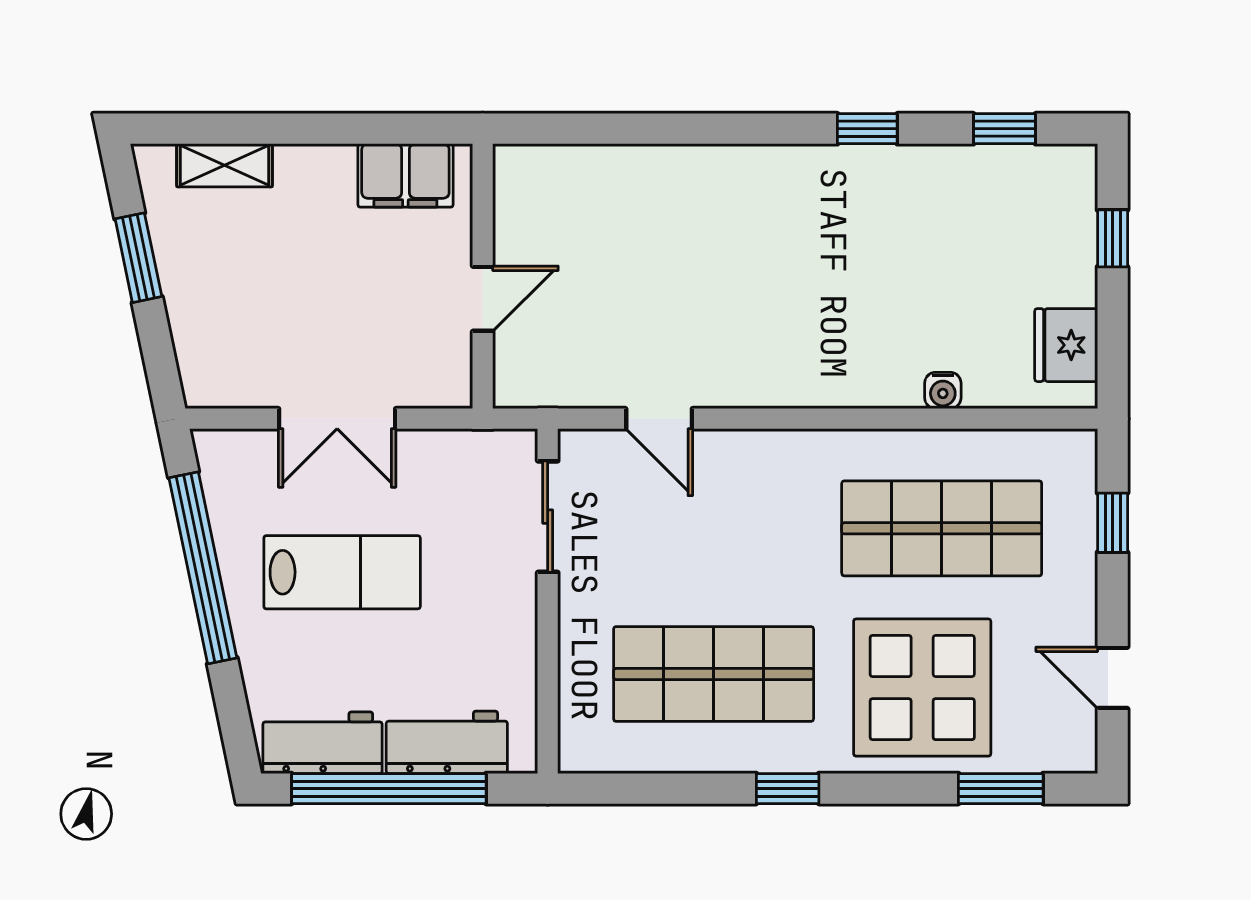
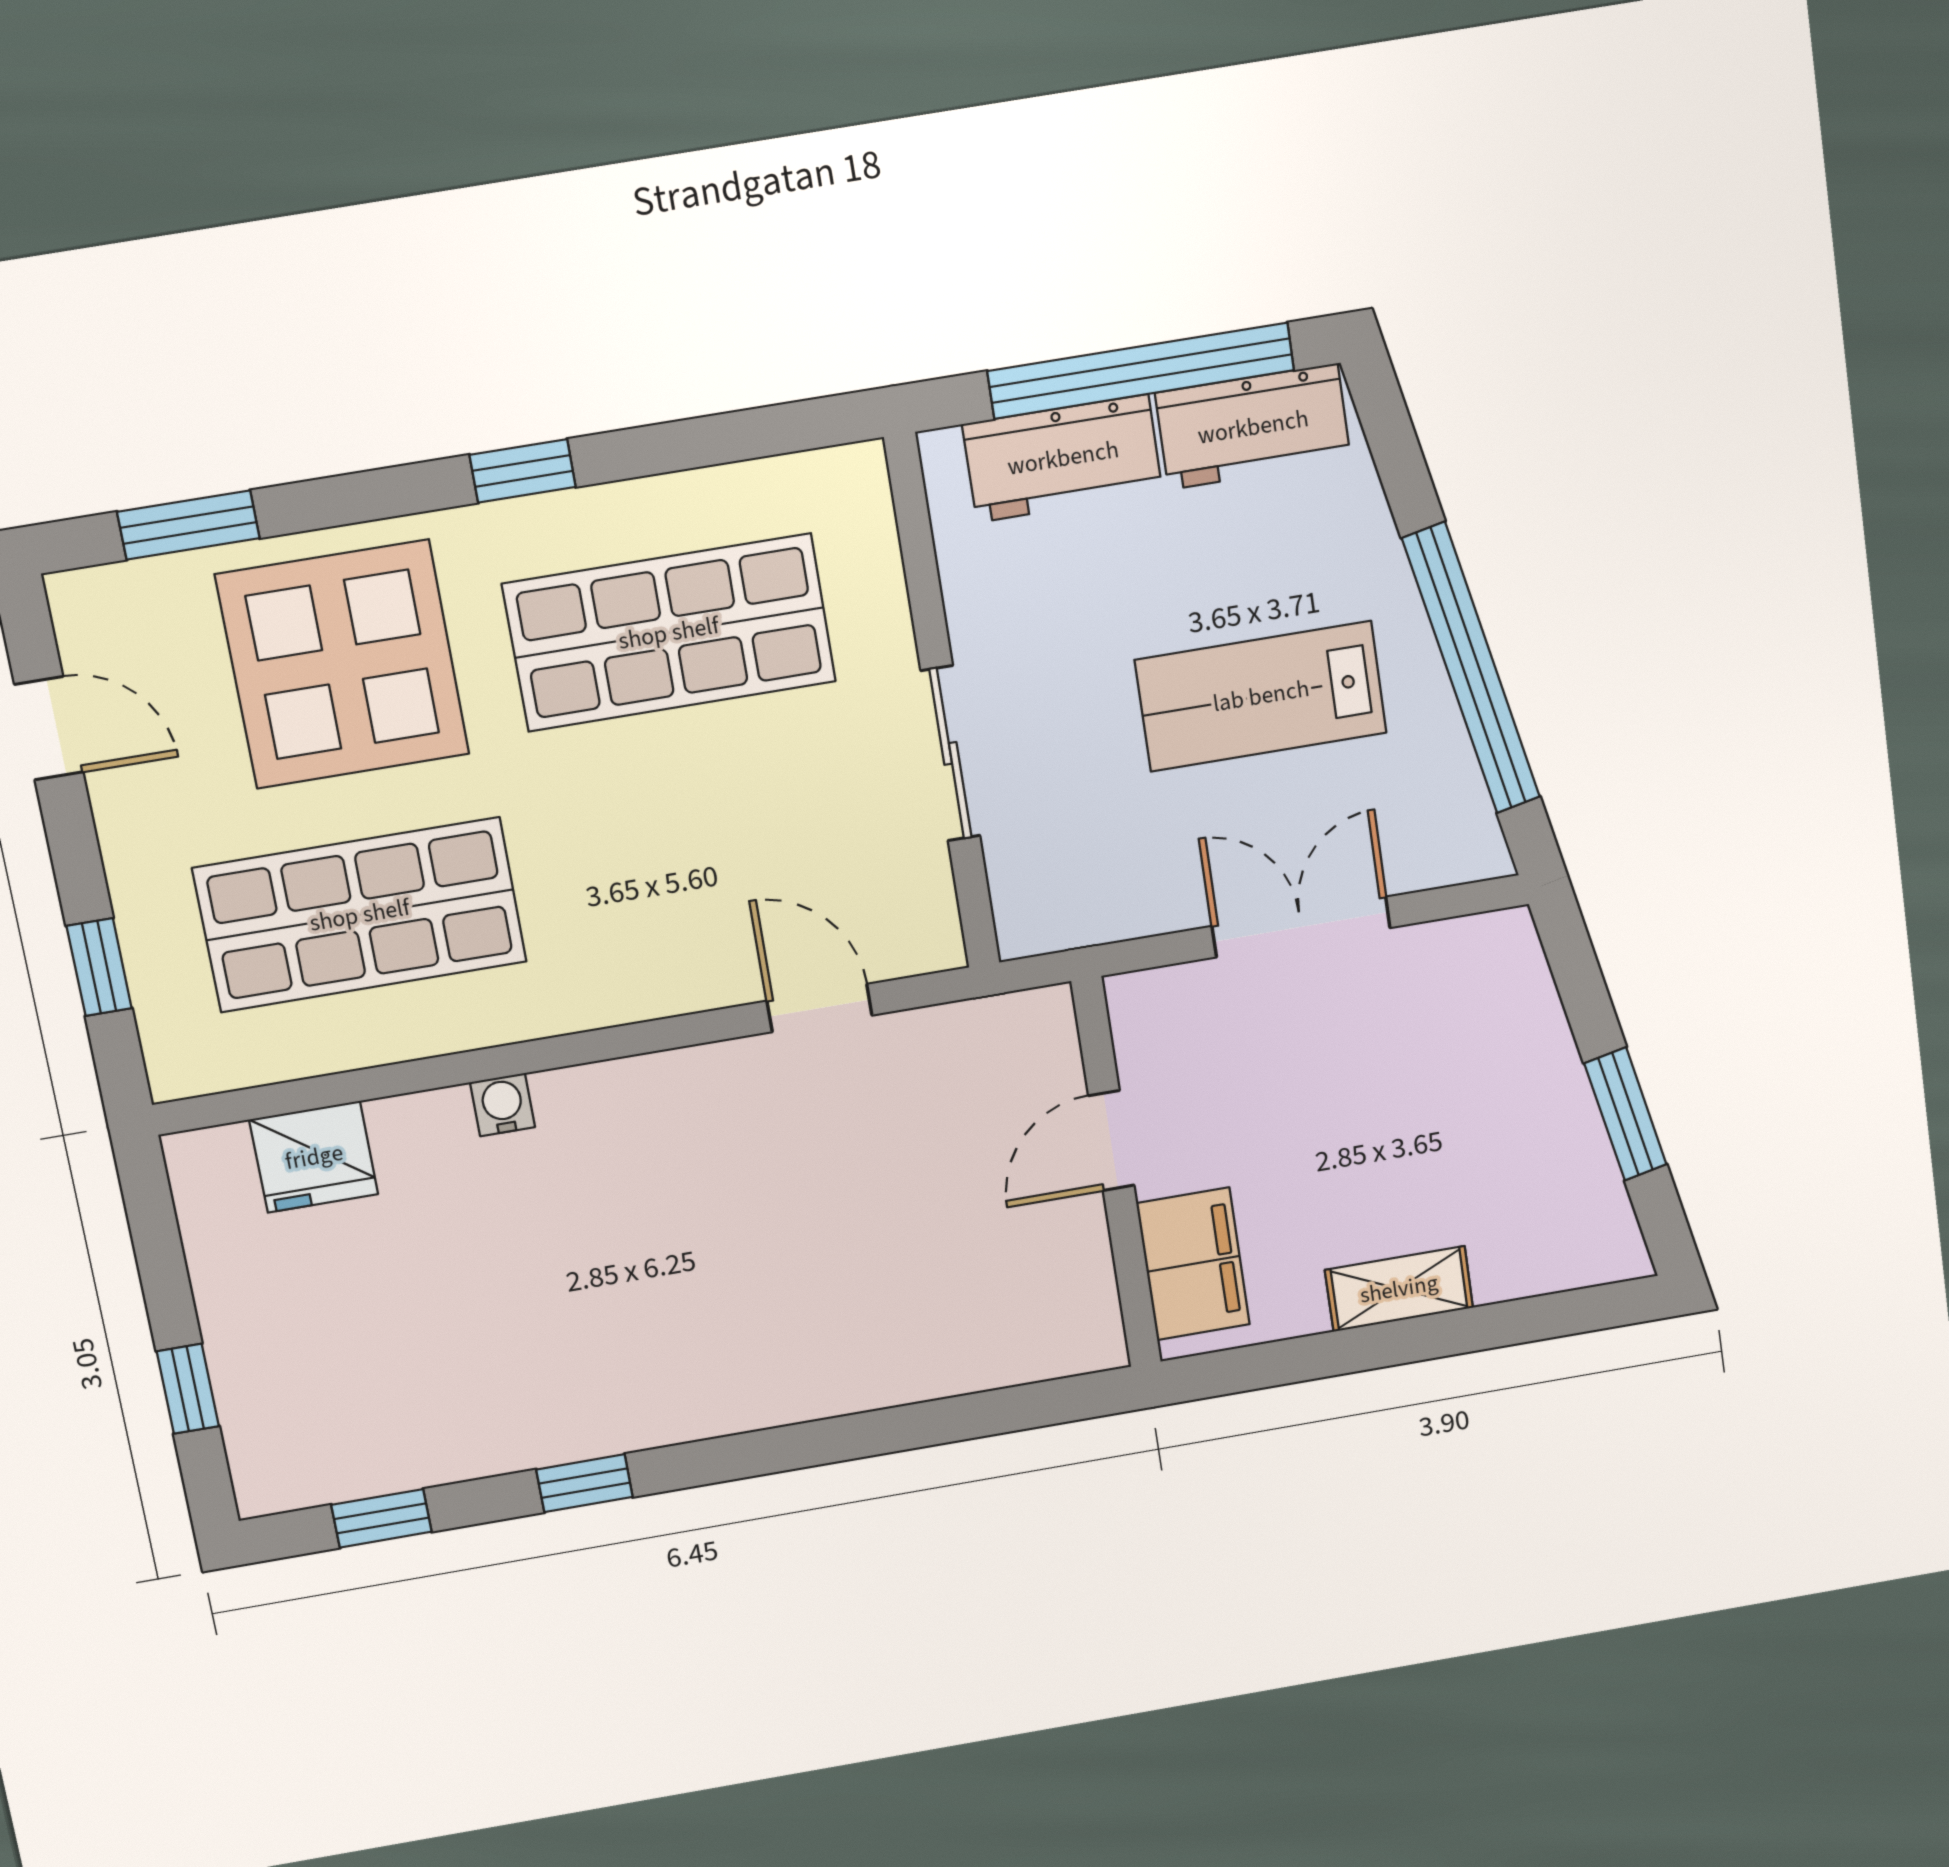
shelving: (225, 165) -> (1399, 1289), moved
filing cabinet: (405, 175) -> (1193, 1264), moved, turned 90
fridge: (1066, 345) -> (314, 1157), moved, turned 90
water cooler: (943, 390) -> (503, 1105), moved
sliding door: (548, 517) -> (950, 753), moved

